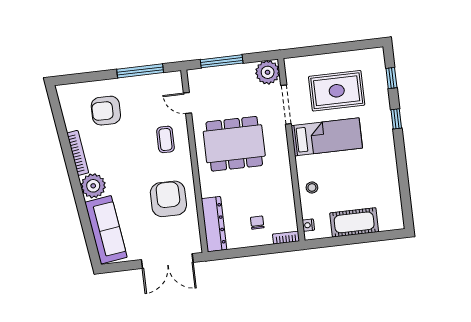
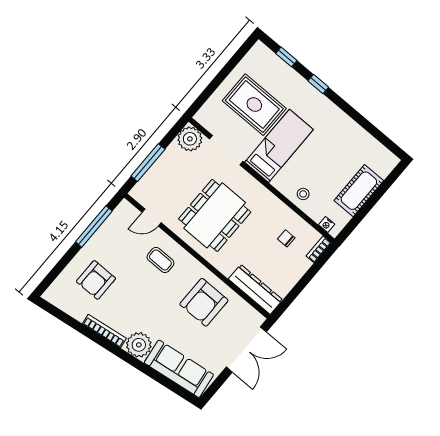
rug: (337, 91) -> (254, 105), turned 90
armchair: (168, 199) -> (204, 302), turned -90
chair: (257, 223) -> (286, 238), moved

